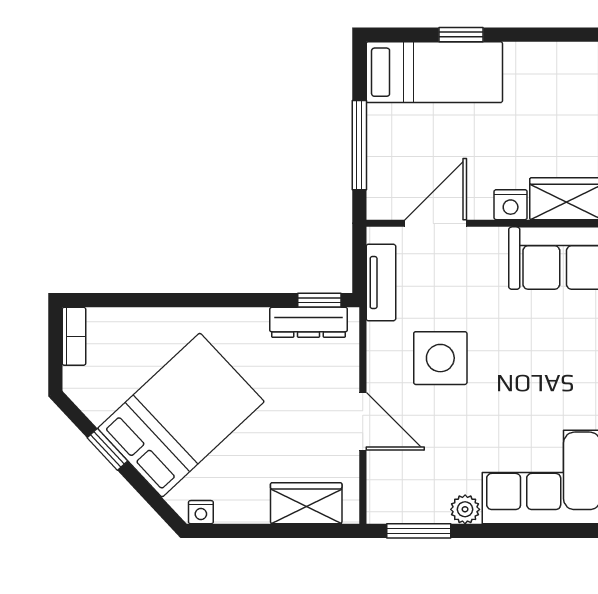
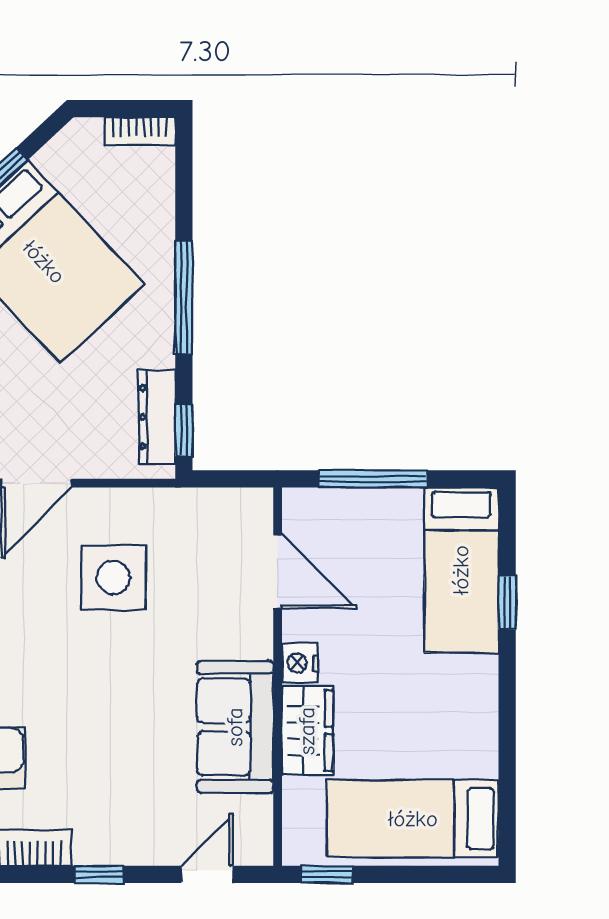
tv unit: (381, 283) -> (205, 505), removed
window: (210, 300) -> (184, 297), added

